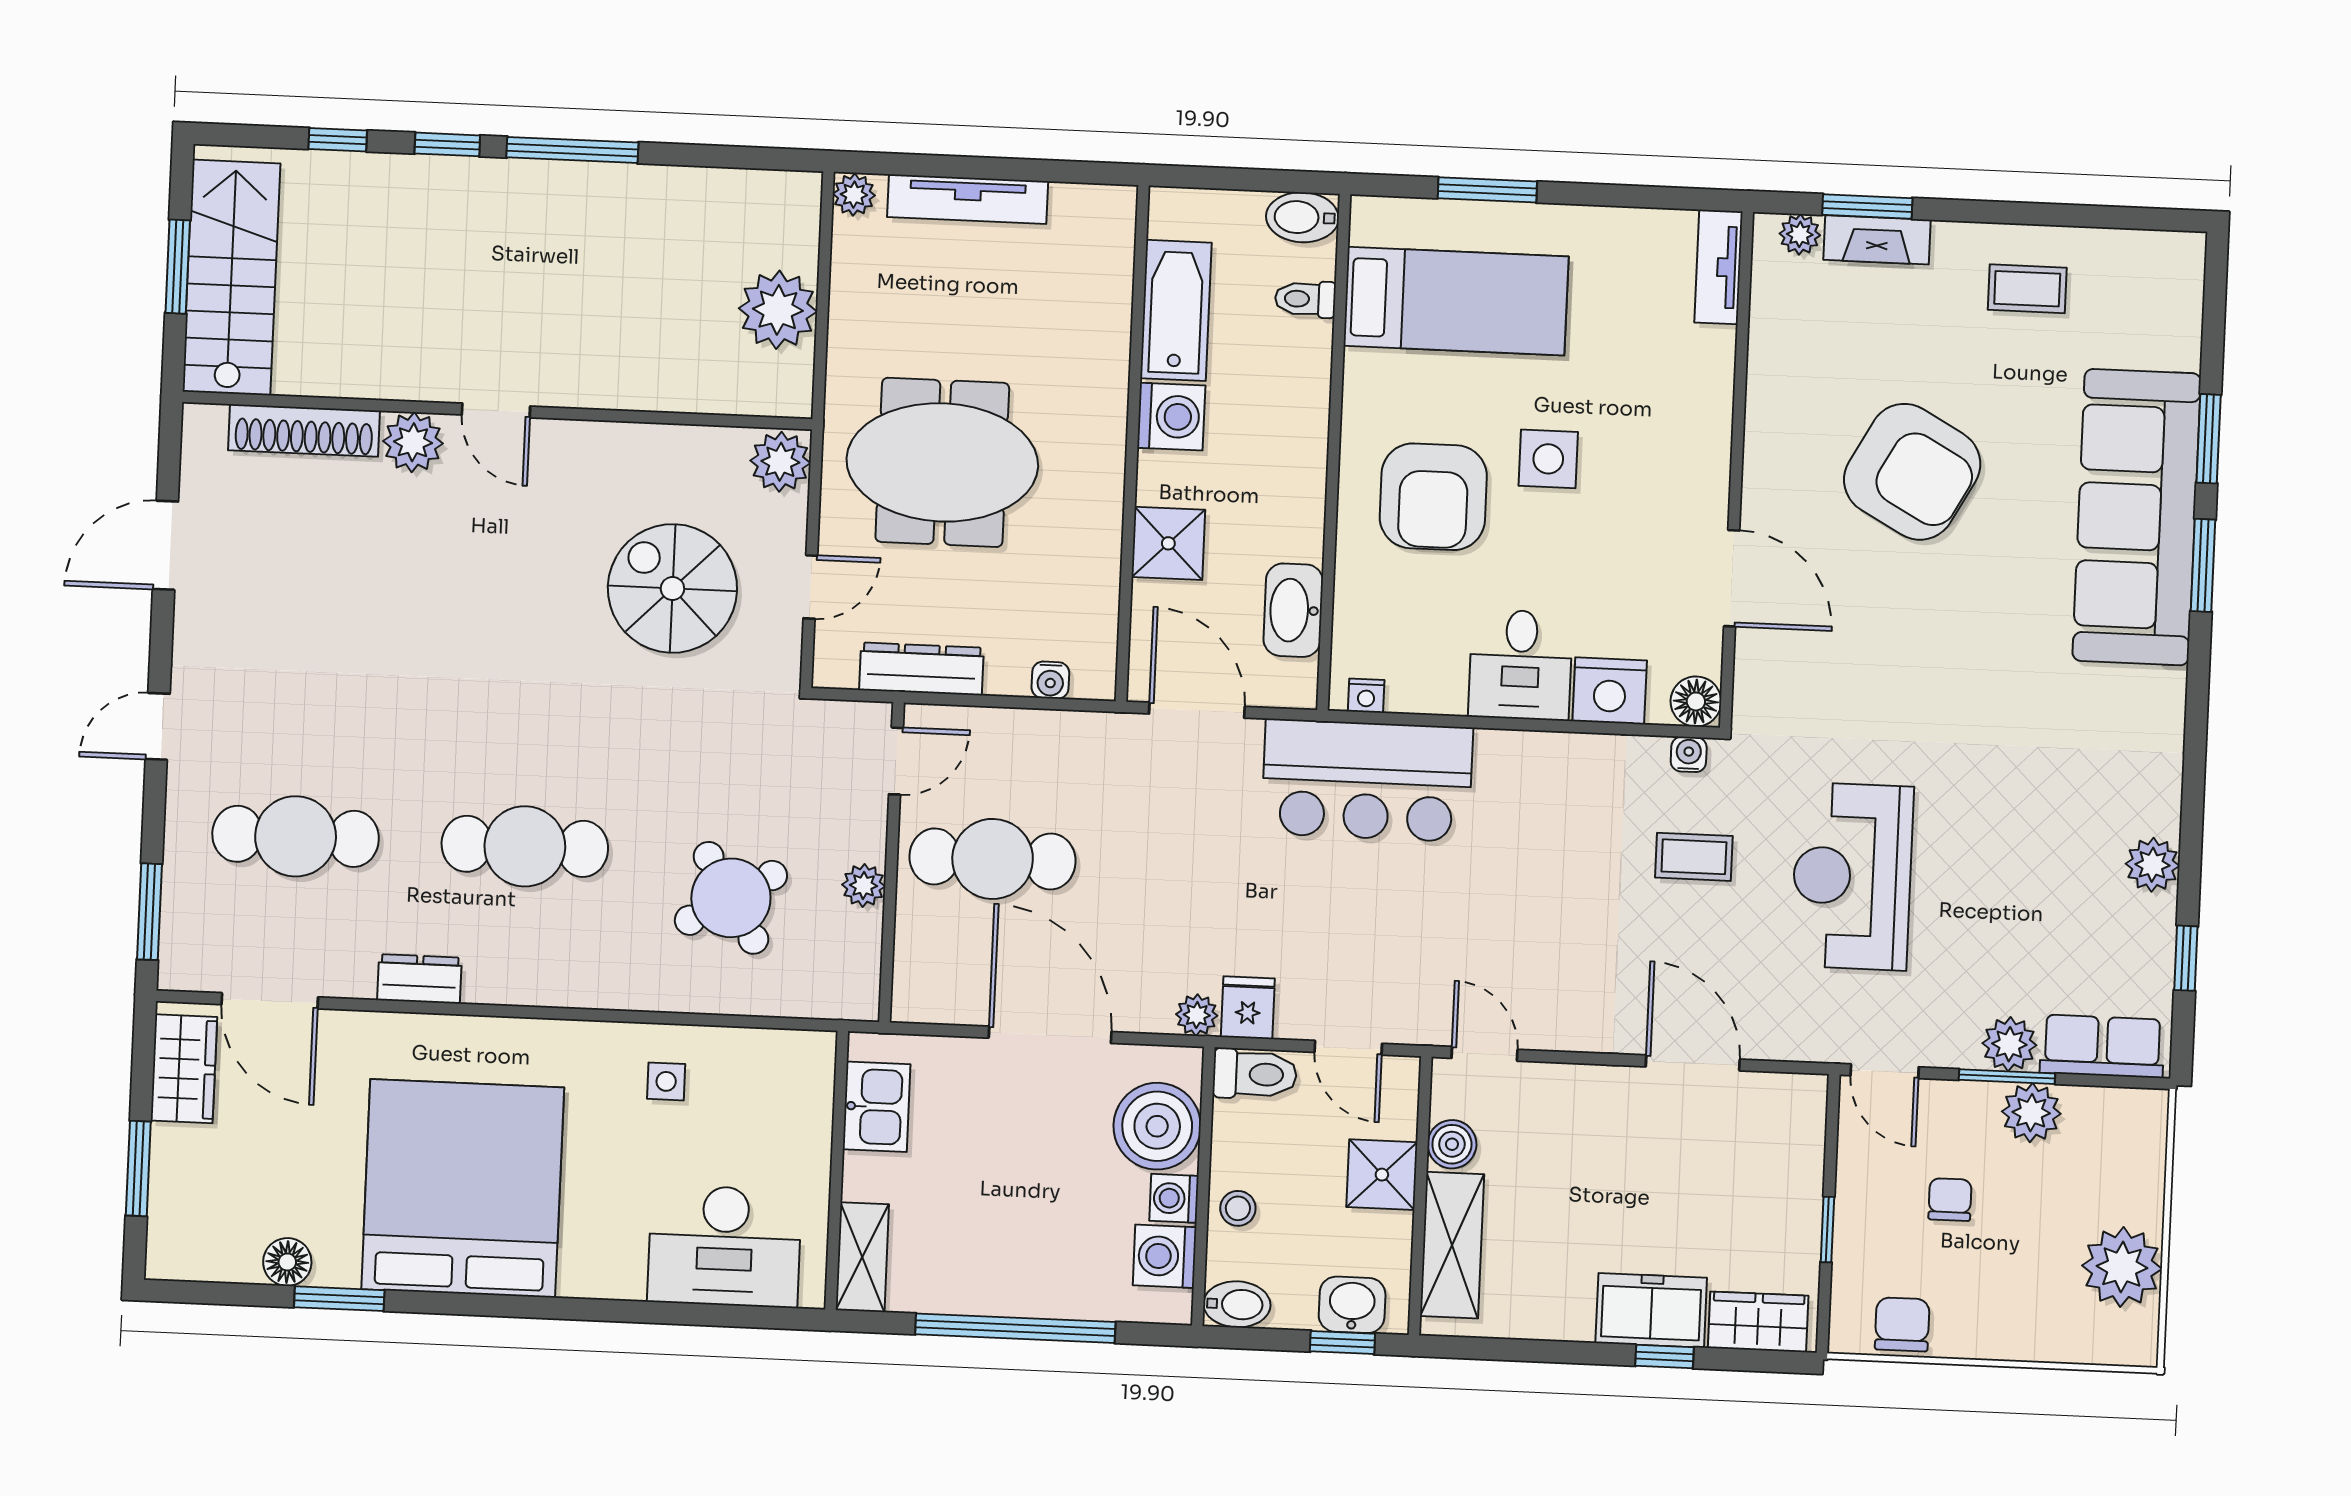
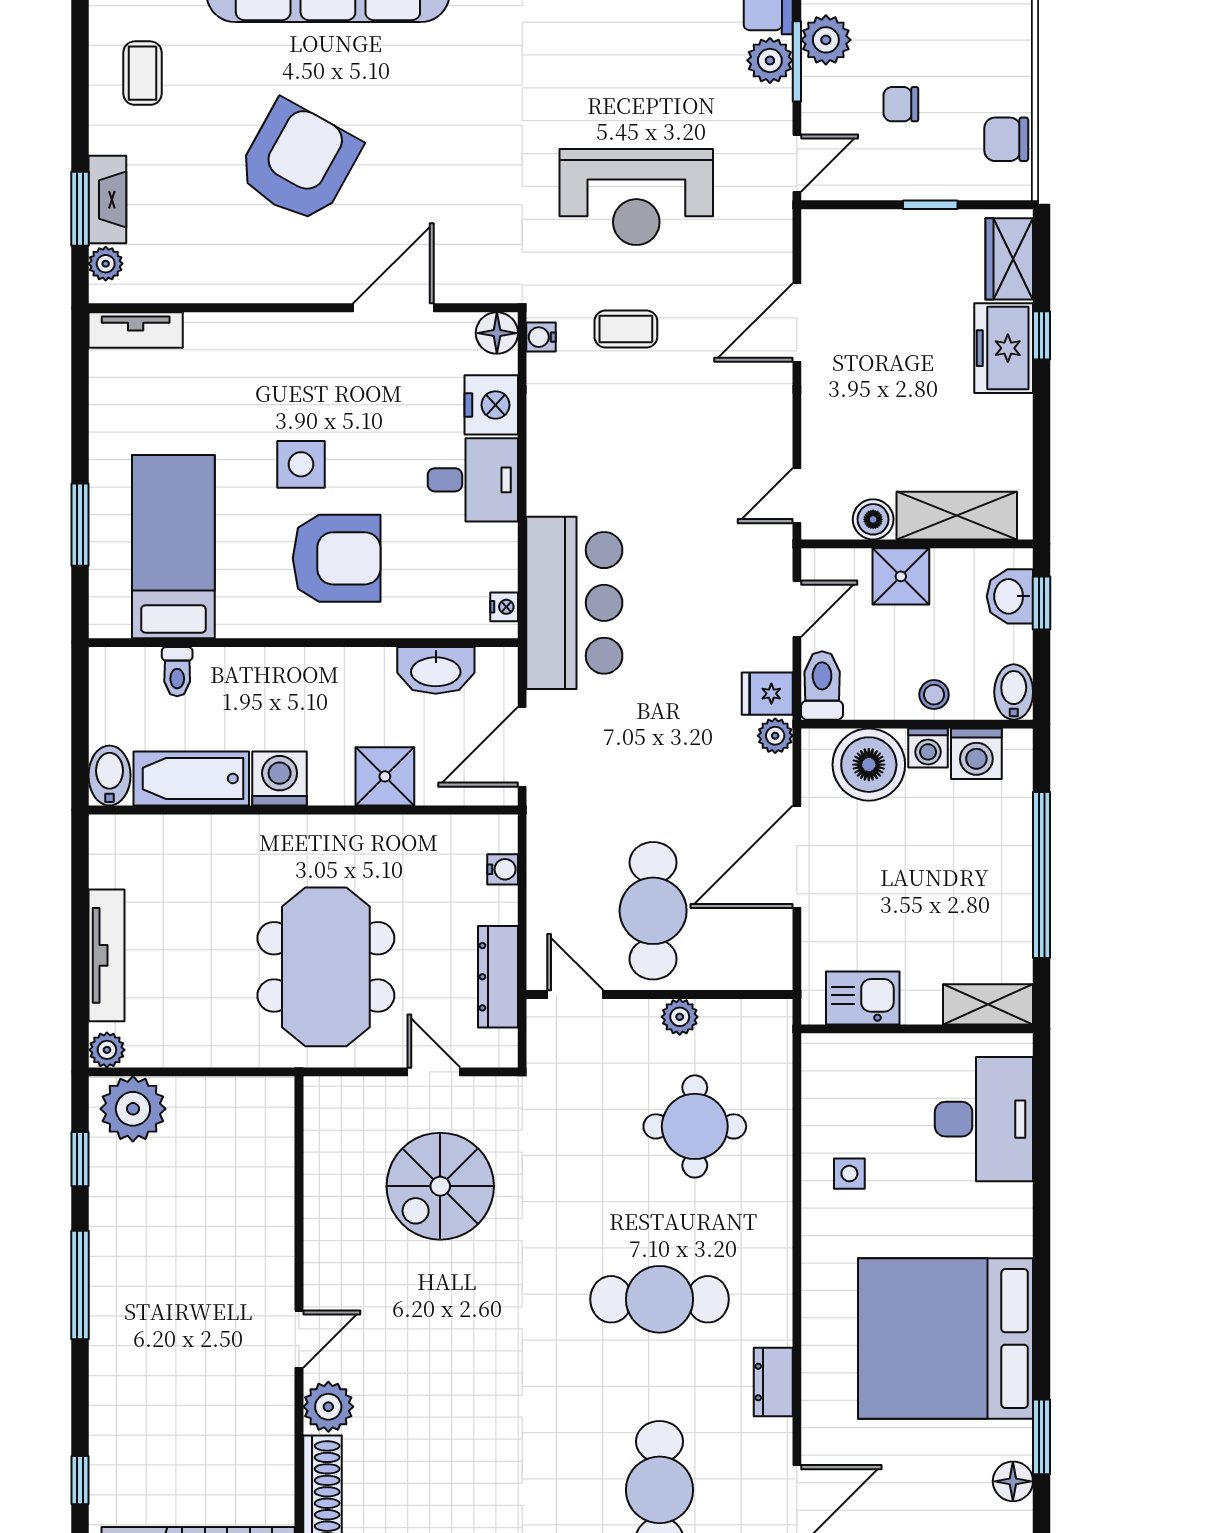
window: (447, 144) -> (80, 1159), moved
bidet: (1302, 217) -> (109, 776), moved, turned 180
plant: (778, 310) -> (133, 1109), moved
plant: (780, 462) -> (331, 1101), removed
cafe table: (525, 846) -> (660, 1299), turned 90
coffee table: (1694, 857) -> (626, 329), turned 90
round table: (731, 898) -> (695, 1126), turned 31

